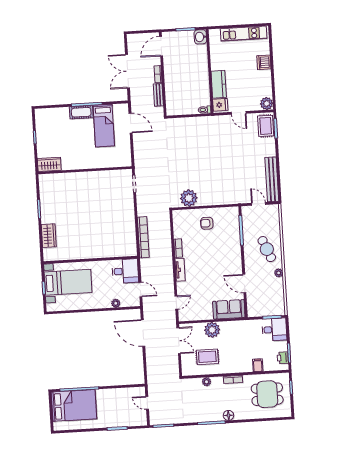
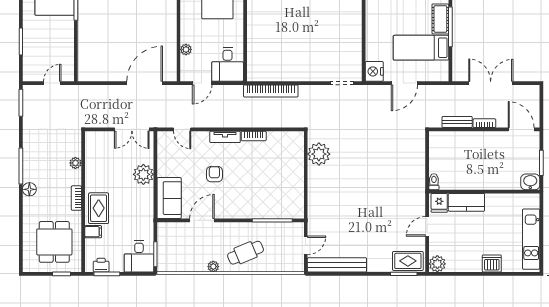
door: (131, 123) -> (404, 83), moved
nightstand: (124, 160) -> (374, 71), added
armchair: (207, 223) -> (214, 174), moved
rug: (207, 357) -> (99, 208), moved

